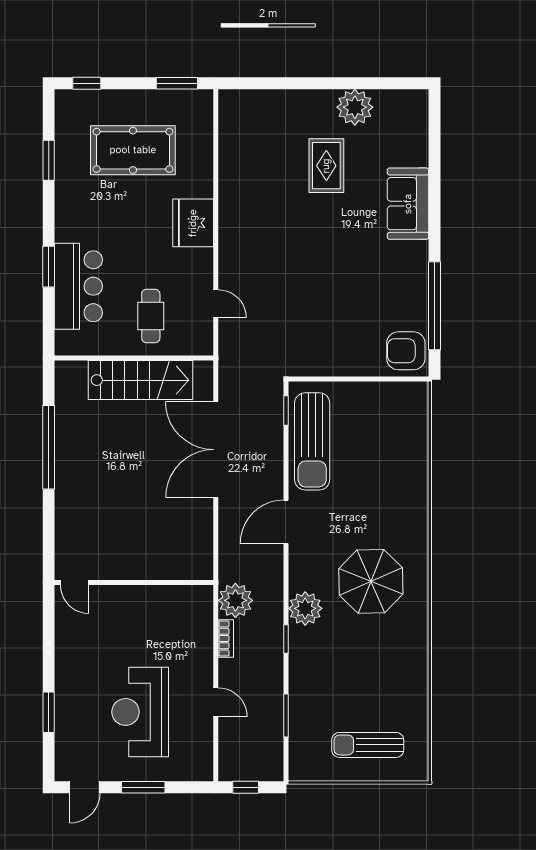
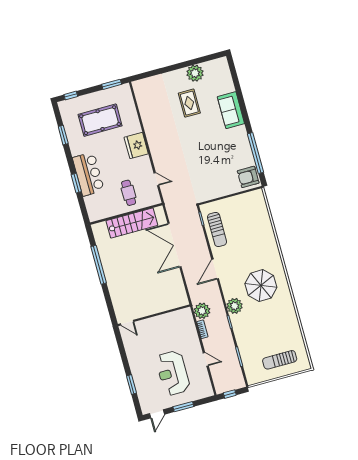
bar counter: (78, 286) -> (88, 174), moved
sun lounger: (312, 441) -> (217, 229), width x0.73, depth x0.75

